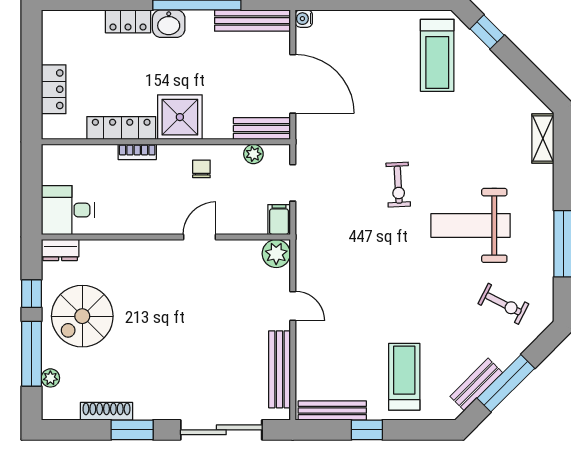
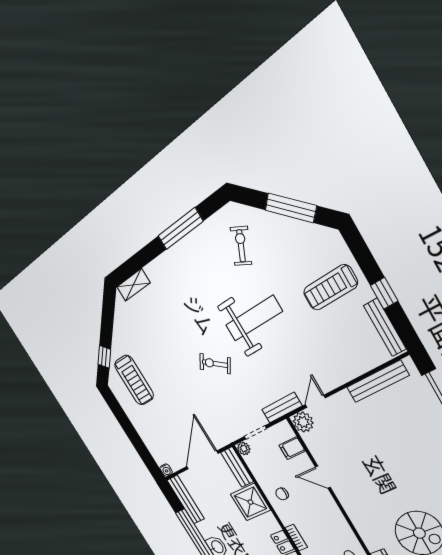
treadmill: (437, 55) -> (134, 380), turned 90
shower: (180, 117) -> (250, 502), moved
plant: (253, 154) -> (244, 448), moved
exercise bike: (398, 185) -> (215, 364), turned -142
filing cabinet: (279, 220) -> (292, 448), moved
weight bench: (471, 225) -> (254, 318), moved, turned -90
door: (293, 306) -> (315, 401), moved
bench: (476, 384) -> (282, 408), moved, turned -45

